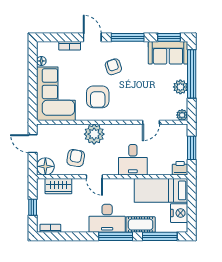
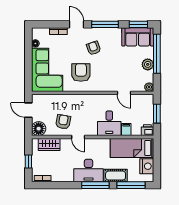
armchair: (98, 97) -> (81, 72), turned 180
door: (151, 122) -> (124, 93), hinge flipped
plant: (94, 134) -> (78, 102), removed
filing cabinet: (154, 168) -> (126, 130), added

